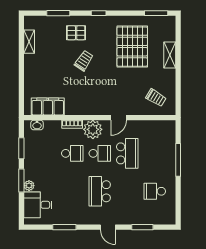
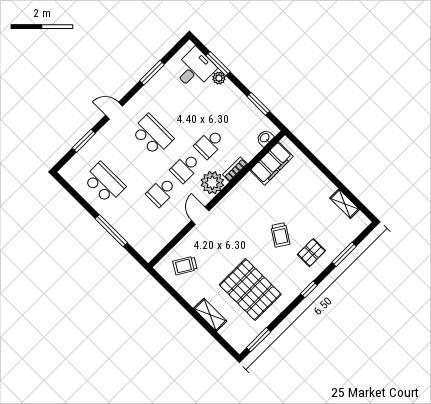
school desk: (127, 153) -> (161, 192), width x0.54
window: (21, 181) -> (218, 64), moved
school desk: (155, 191) -> (104, 183), width x1.85

